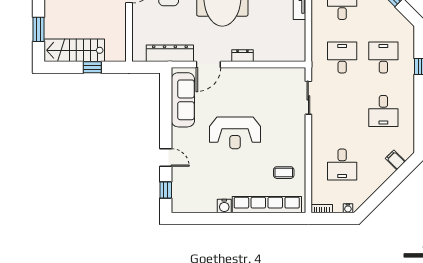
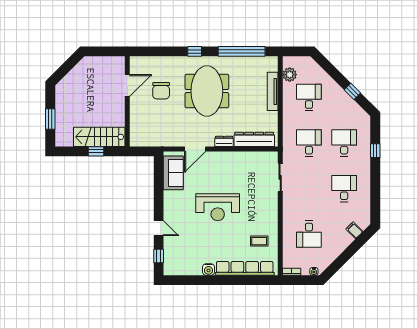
stairs: (74, 50) -> (99, 137), moved
dresser: (170, 53) -> (254, 139), moved
sofa: (183, 100) -> (173, 173), width x0.73
desk: (383, 111) -> (344, 189), turned 180

